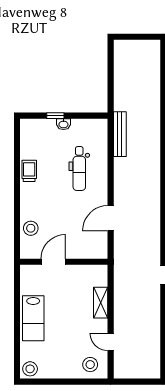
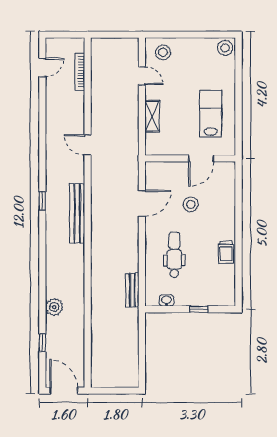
washbasin: (63, 124) -> (166, 300), moved
bench: (120, 134) -> (132, 290), width x0.73
stool: (31, 228) -> (191, 204), moved
lab bench: (33, 318) -> (211, 114), moved

